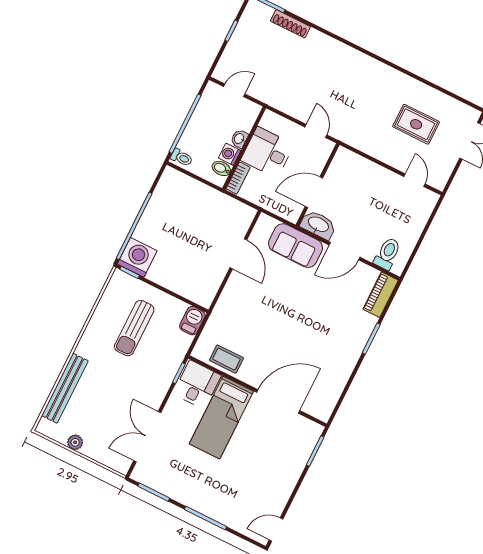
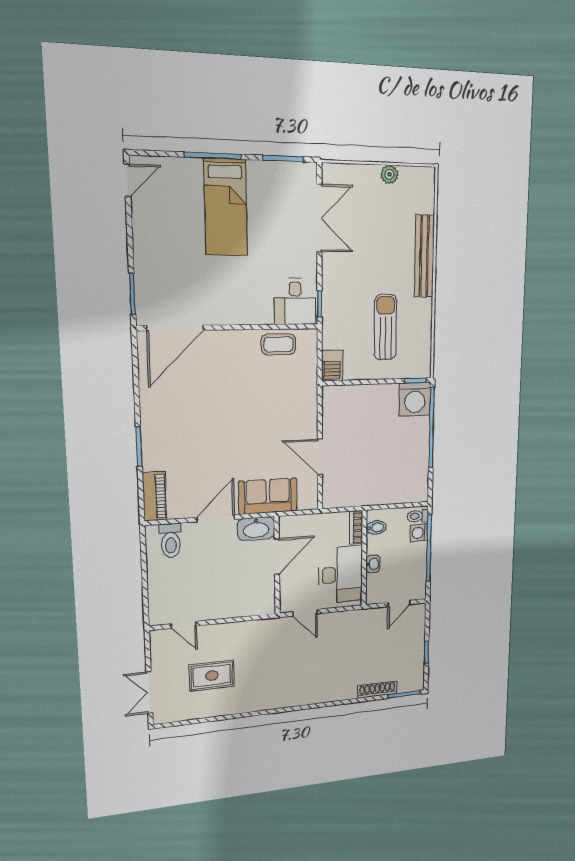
desk: (267, 152) -> (341, 575), width x1.37
washing machine: (230, 154) -> (419, 533), moved, turned 180
bench: (65, 388) -> (424, 256), moved
door: (278, 401) -> (175, 328), moved
bed: (221, 418) -> (226, 207), moved, turned 180

